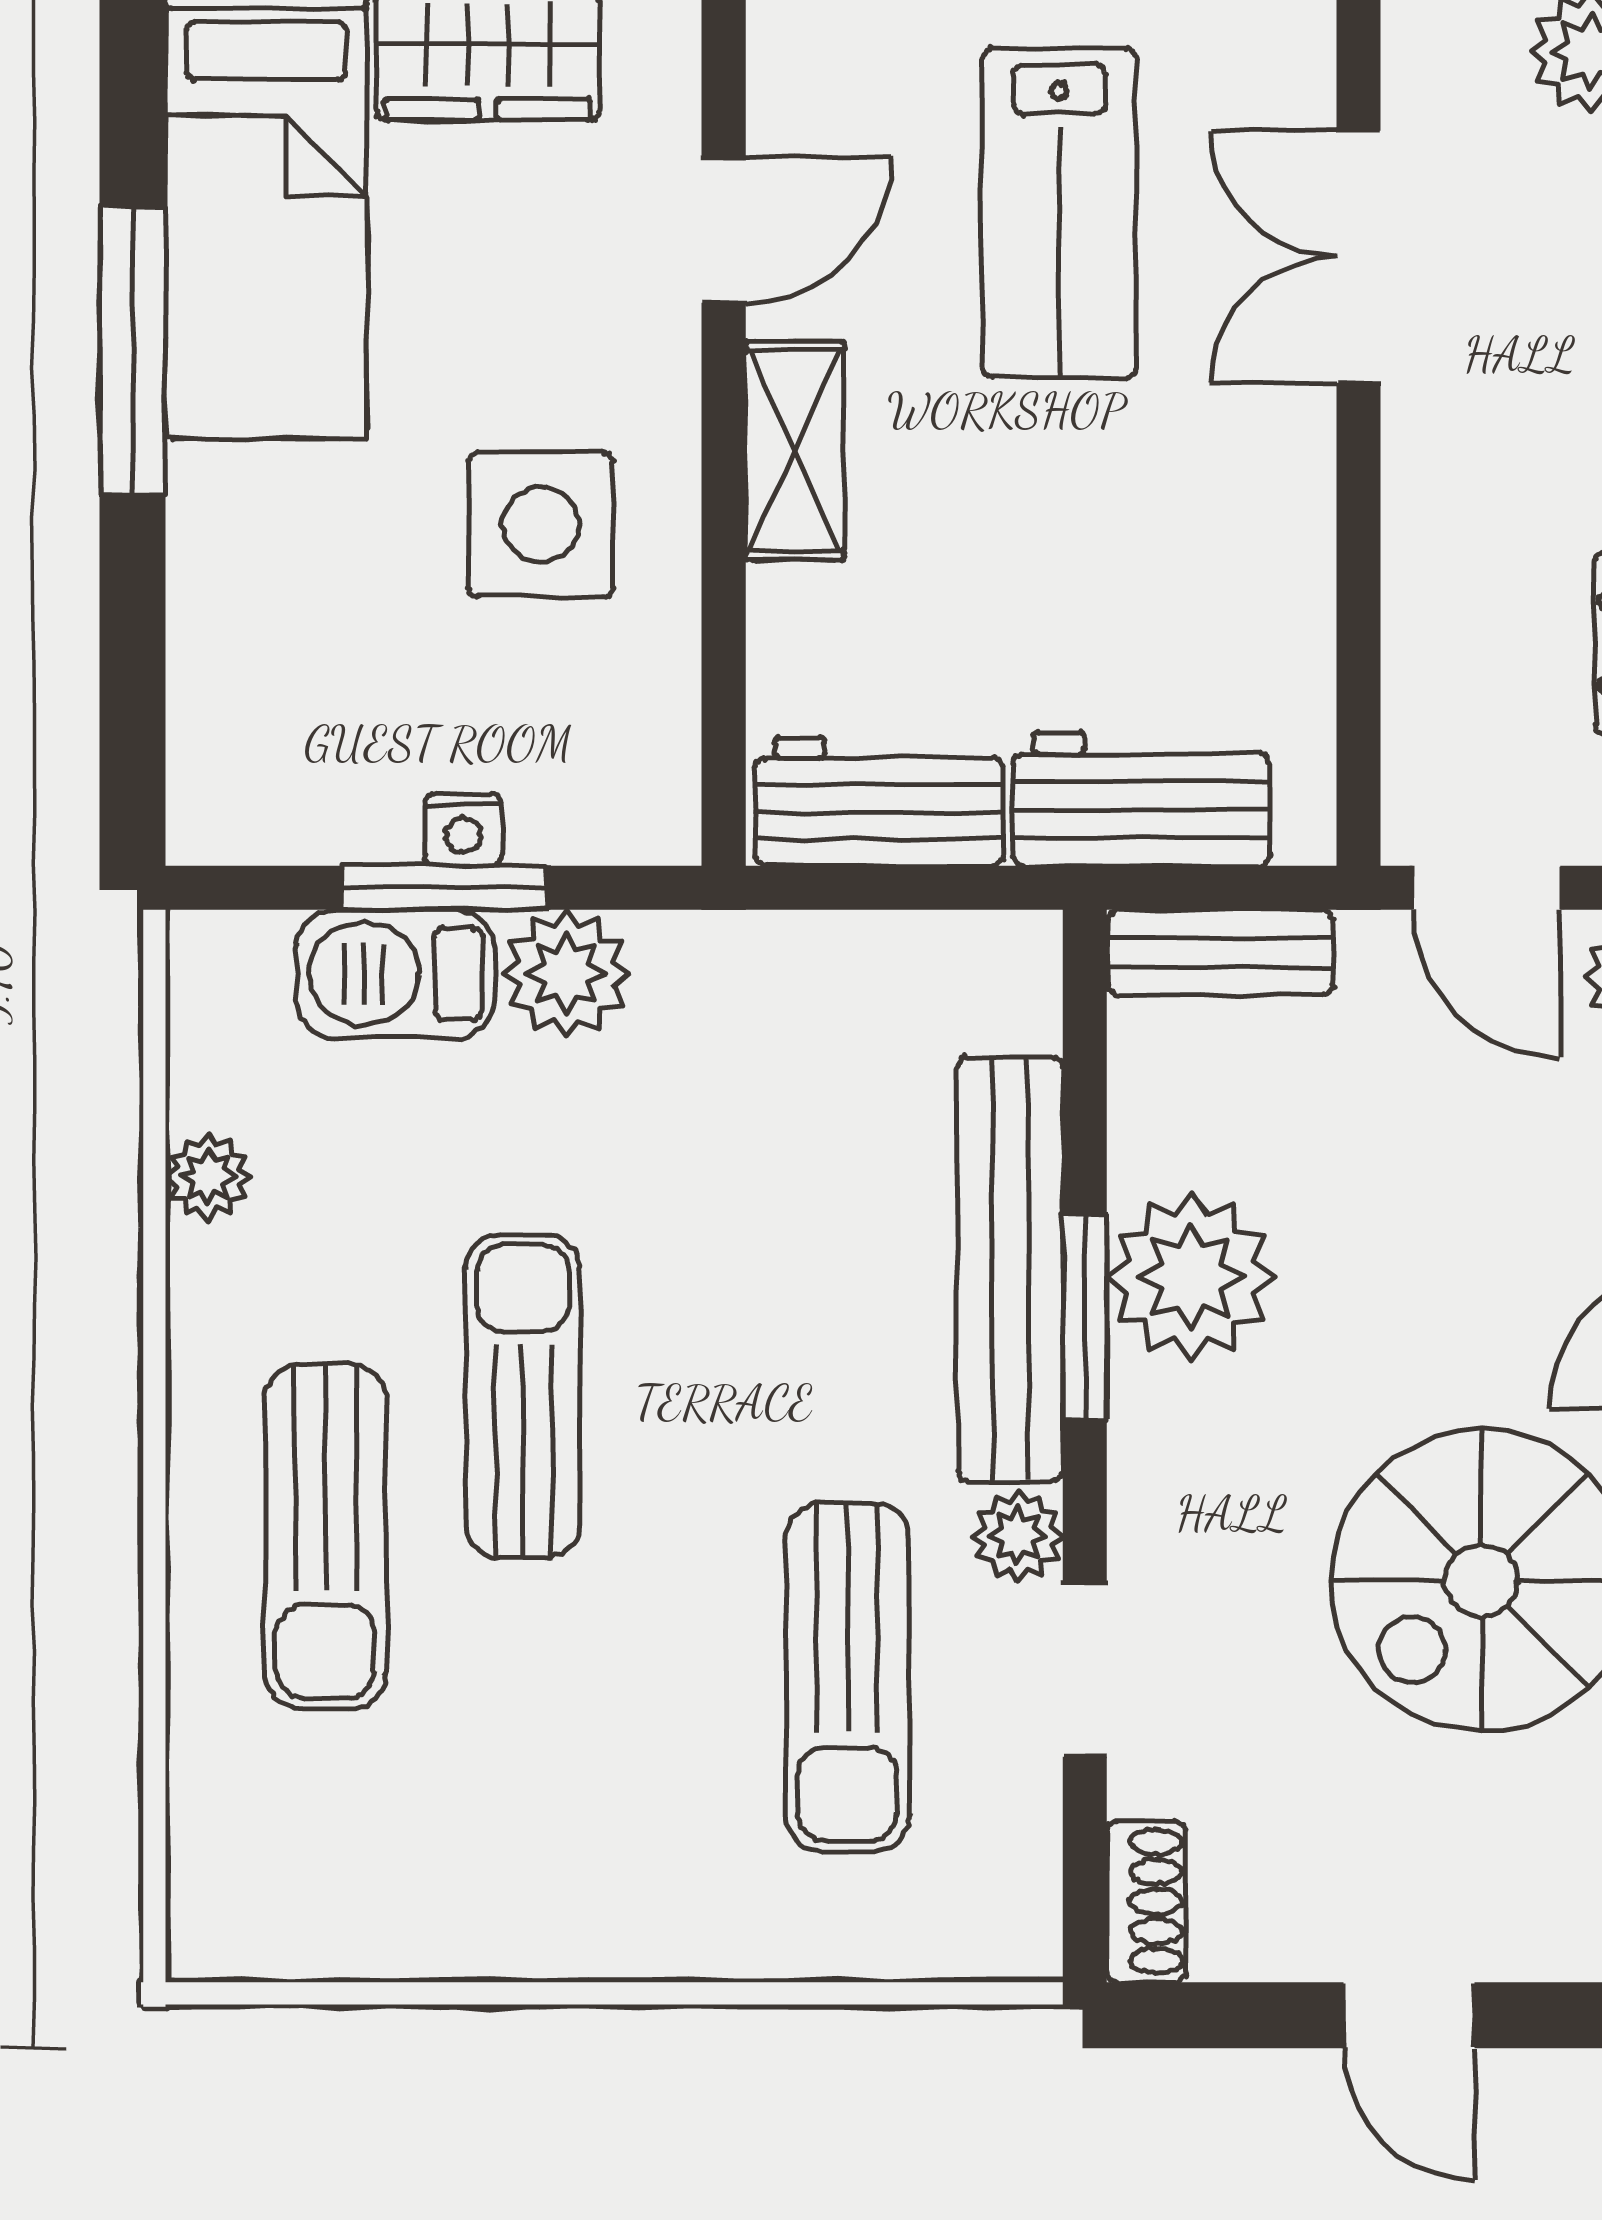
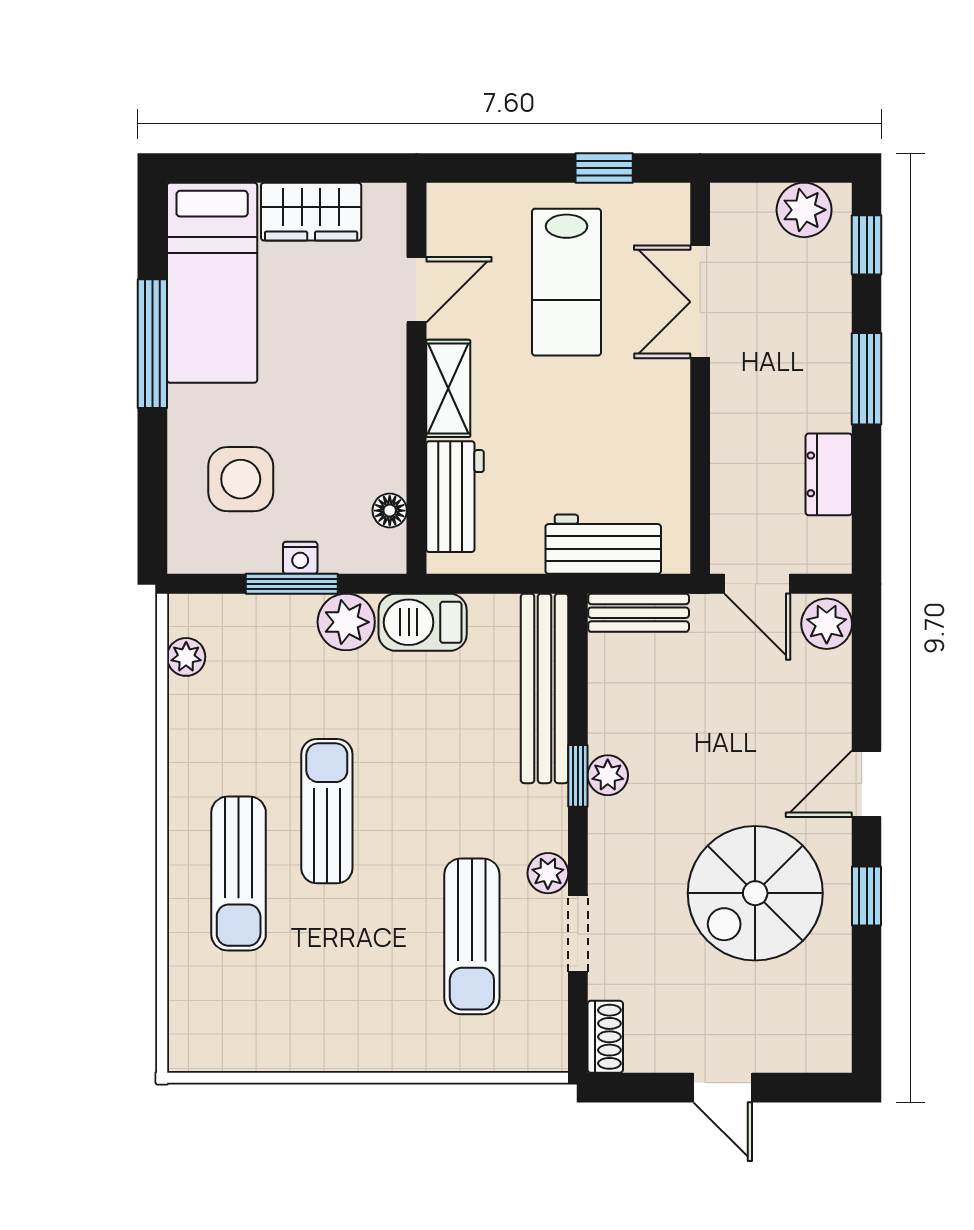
side table: (541, 525) -> (241, 479), moved
floor lamp: (664, 724) -> (390, 511), added
workbench: (879, 802) -> (455, 497), moved, turned 90
barbecue: (395, 974) -> (423, 622), moved
plant: (208, 1176) -> (186, 657), moved
bench: (1010, 1269) -> (545, 688), moved
plant: (1191, 1277) -> (608, 775), width x0.53, depth x0.53
window: (1085, 1318) -> (578, 776), width x0.67

